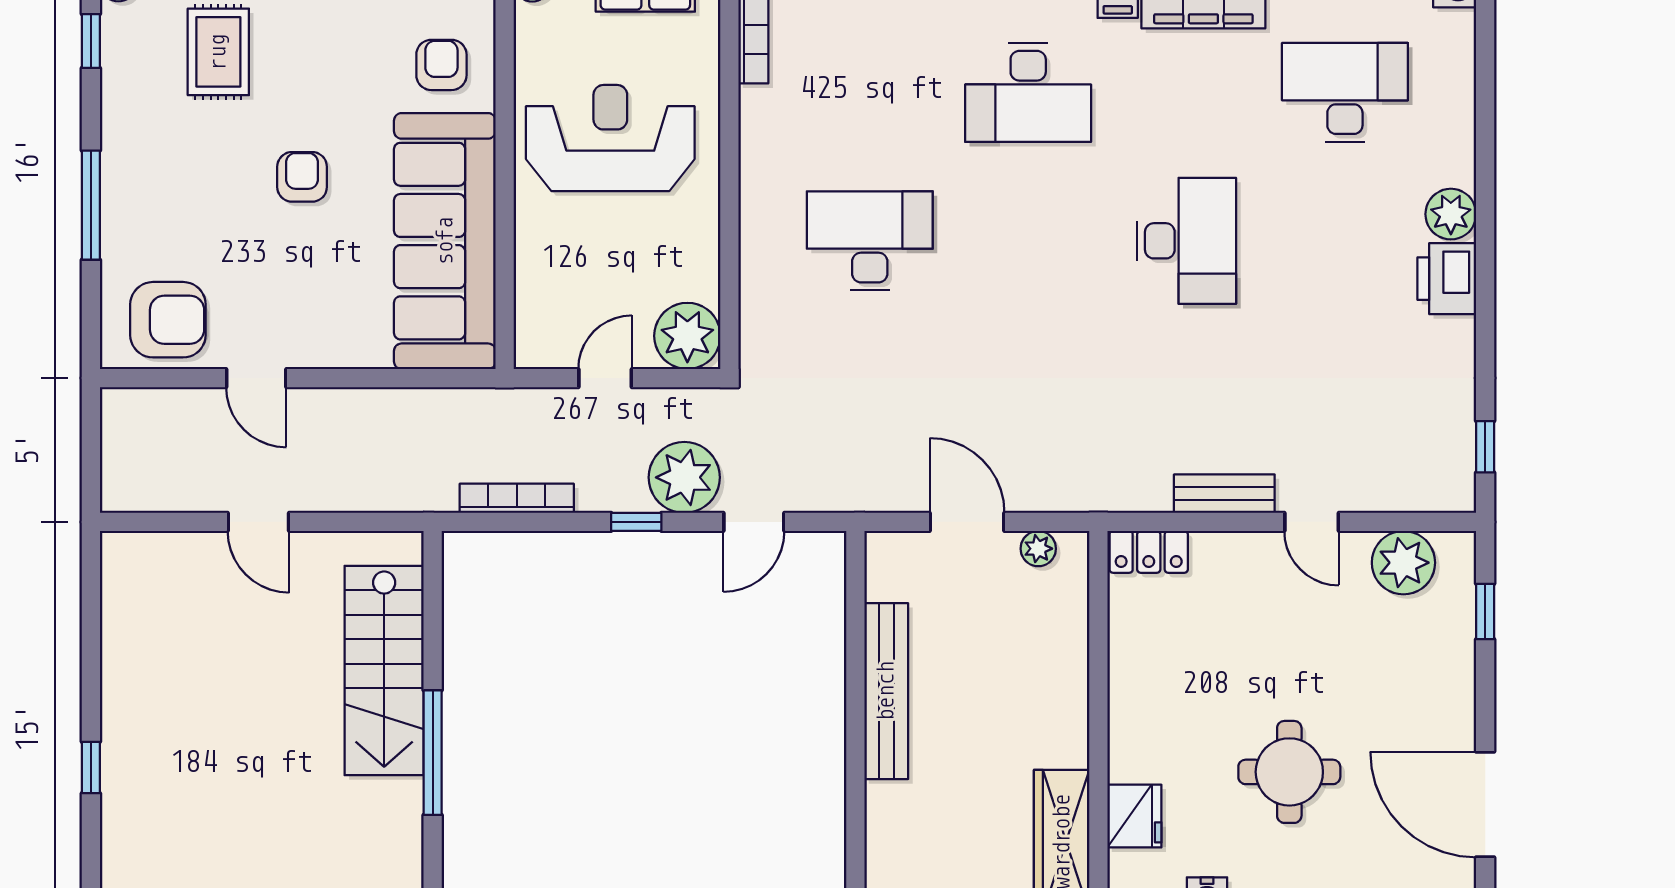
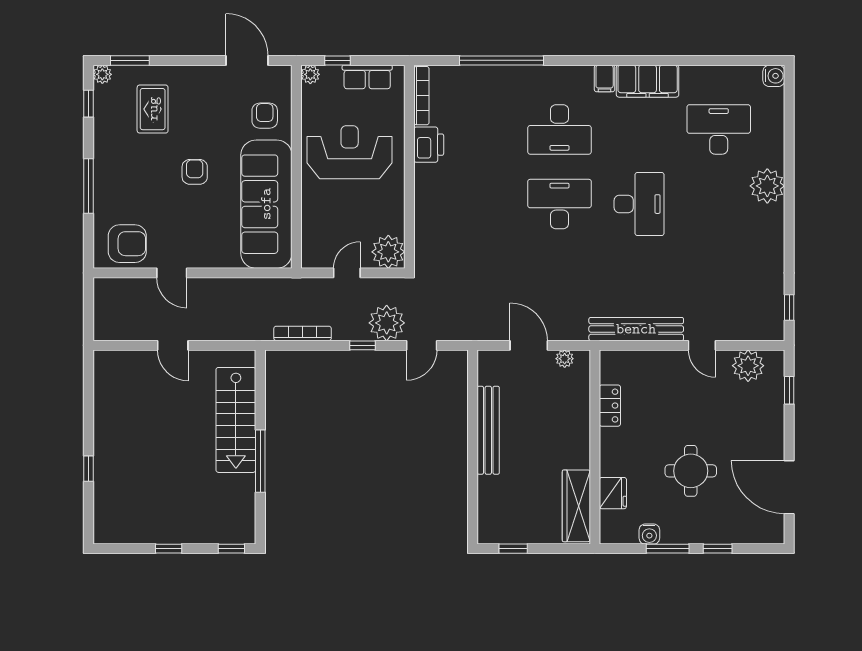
plant: (1451, 214) -> (767, 186), width x1.36, depth x1.36
desk: (870, 241) -> (560, 204), moved
printer: (1447, 279) -> (429, 145), moved, turned 180
bench: (1224, 494) -> (636, 329), width x1.86, depth x1.21
locker: (1149, 552) -> (610, 406), moved, turned -90

